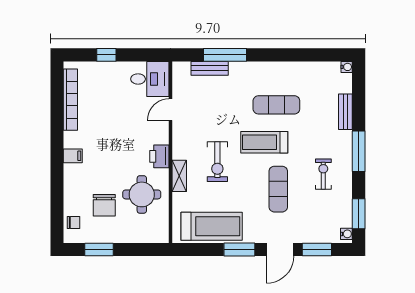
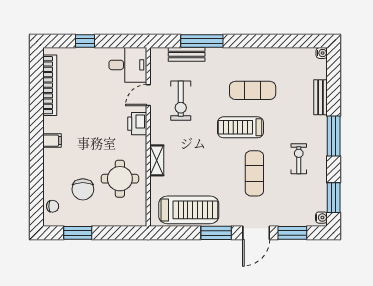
printer: (159, 156) -> (137, 124), moved
exercise bike: (217, 162) -> (181, 101), moved

